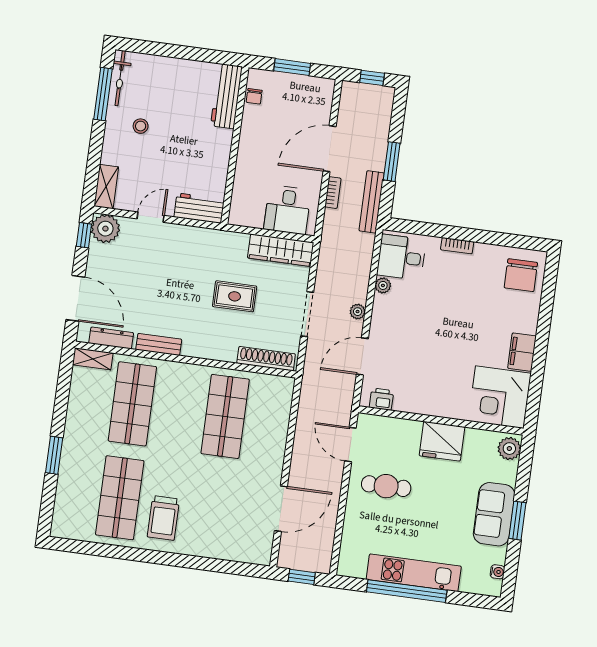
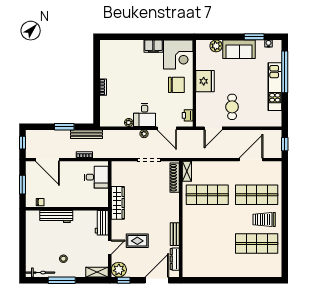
window: (103, 94) -> (62, 280), moved
workbench: (226, 96) -> (56, 216), moved
door: (330, 149) -> (47, 160), moved
door: (151, 217) -> (110, 247), swing flipped
wardrobe: (281, 250) -> (118, 203), moved
desk: (401, 257) -> (145, 115), moved
chair: (521, 275) -> (176, 85), moved
rug: (235, 296) -> (137, 241), moved, turned 90
shelving: (93, 359) -> (187, 171), moved
shop shelf: (132, 404) -> (257, 195), moved
plant: (509, 449) -> (216, 46), moved
window: (54, 455) -> (239, 280), removed
door: (281, 509) -> (251, 160), hinge flipped
trolley: (163, 518) -> (264, 220), turned 180
window: (517, 521) -> (254, 37), moved
window: (407, 591) -> (285, 72), moved

